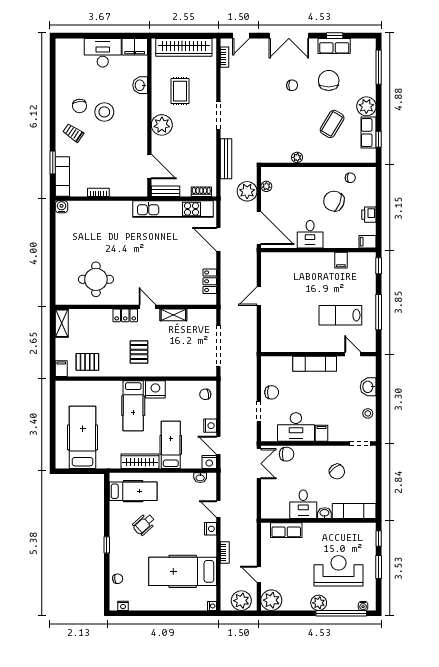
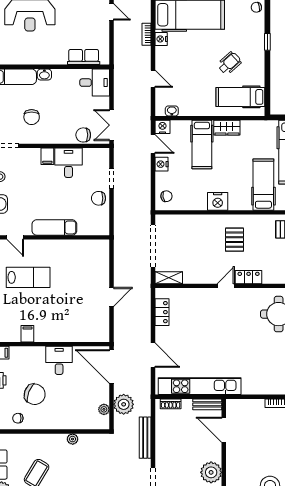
door: (148, 307) -> (226, 286), swing flipped
shelving: (173, 315) -> (169, 278), moved
hospital bed: (133, 406) -> (263, 185), moved
desk: (296, 427) -> (69, 163), width x0.73
wardrobe: (140, 461) -> (227, 128), width x0.67
chair: (337, 472) -> (32, 117), turned -142
desk: (303, 504) -> (95, 83), moved, turned 90
nightstand: (210, 529) -> (161, 39), moved

